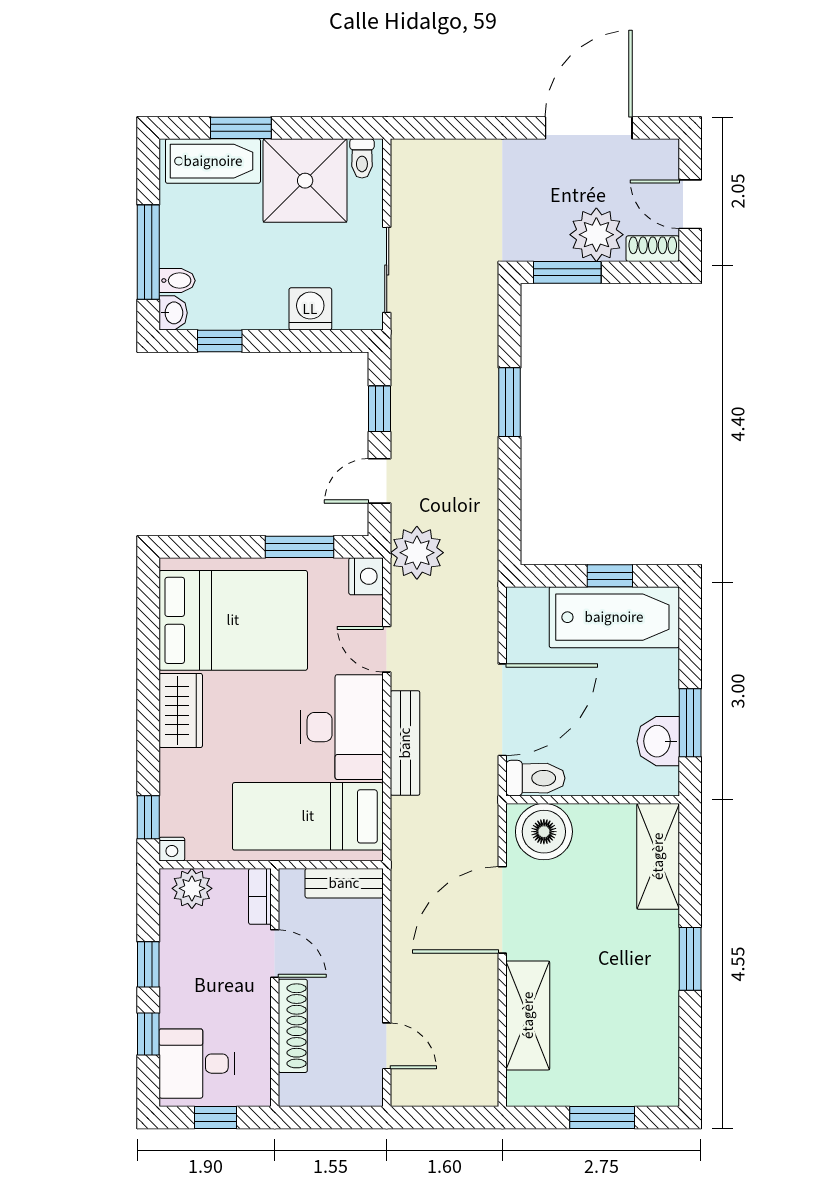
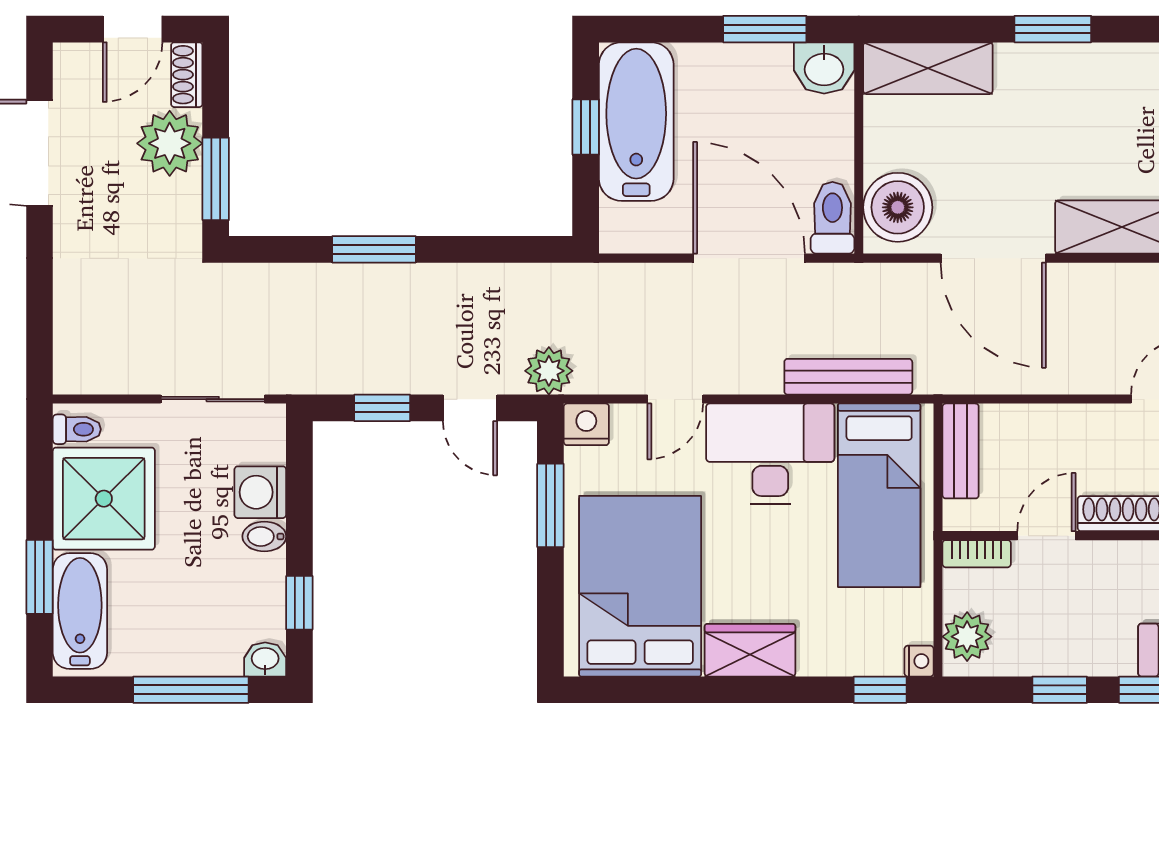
bidet: (177, 281) -> (264, 536), moved, turned -90
plant: (417, 553) -> (549, 371), width x0.73, depth x0.73
washbasin: (658, 741) -> (824, 68), moved
bench: (405, 743) -> (848, 377), moved

